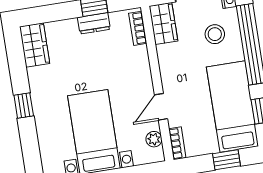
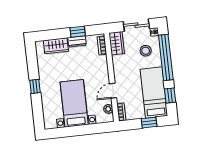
wardrobe: (35, 45) -> (56, 46), moved, turned 90

